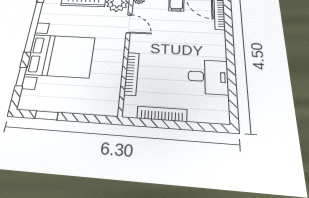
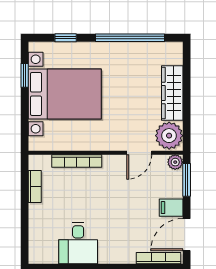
bed with nightstands: (61, 56) -> (65, 94), moved, turned -90
bookcase: (162, 114) -> (35, 187), width x0.64

